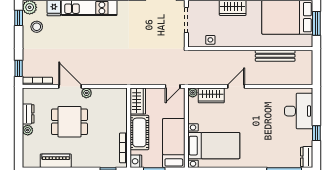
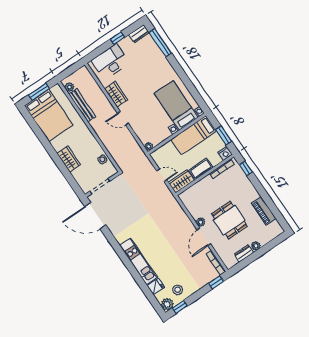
plant: (301, 55) -> (69, 87), added
door: (173, 86) -> (162, 175), moved
wardrobe: (211, 95) -> (116, 94), moved
cot: (139, 132) -> (201, 169), width x0.73, depth x0.75

